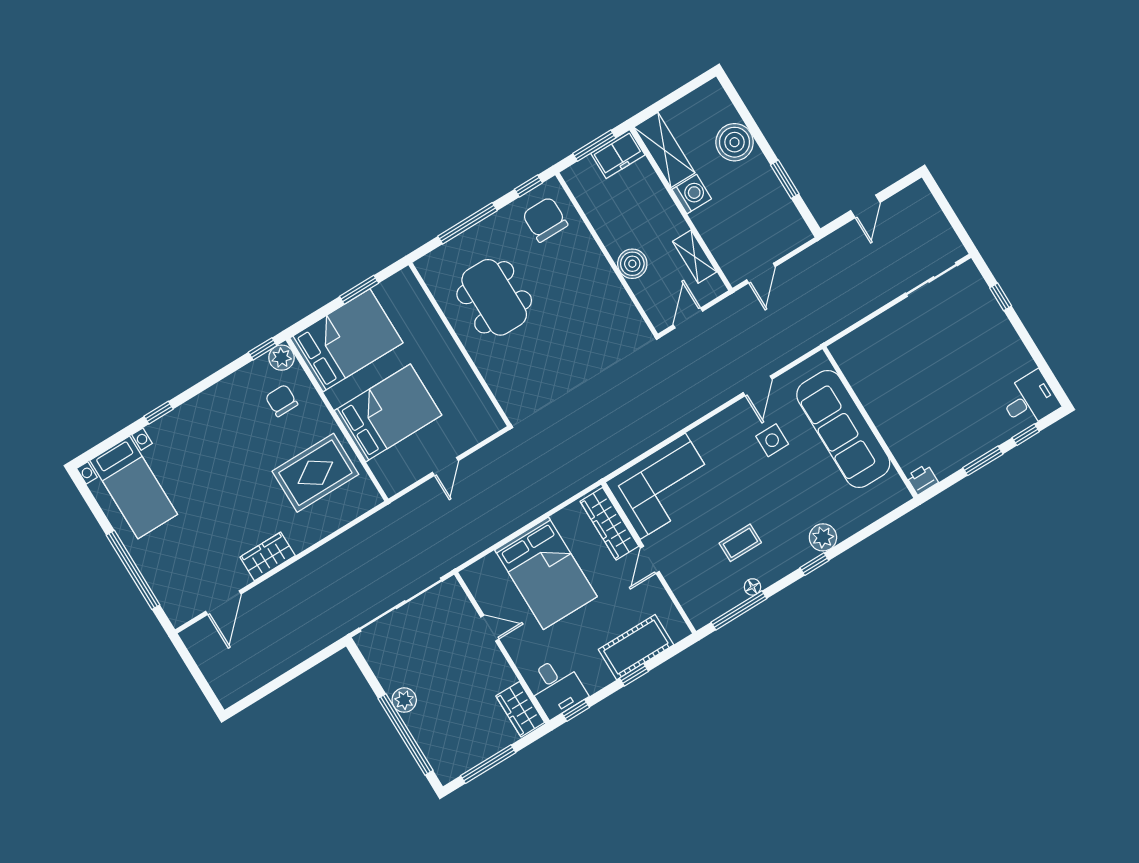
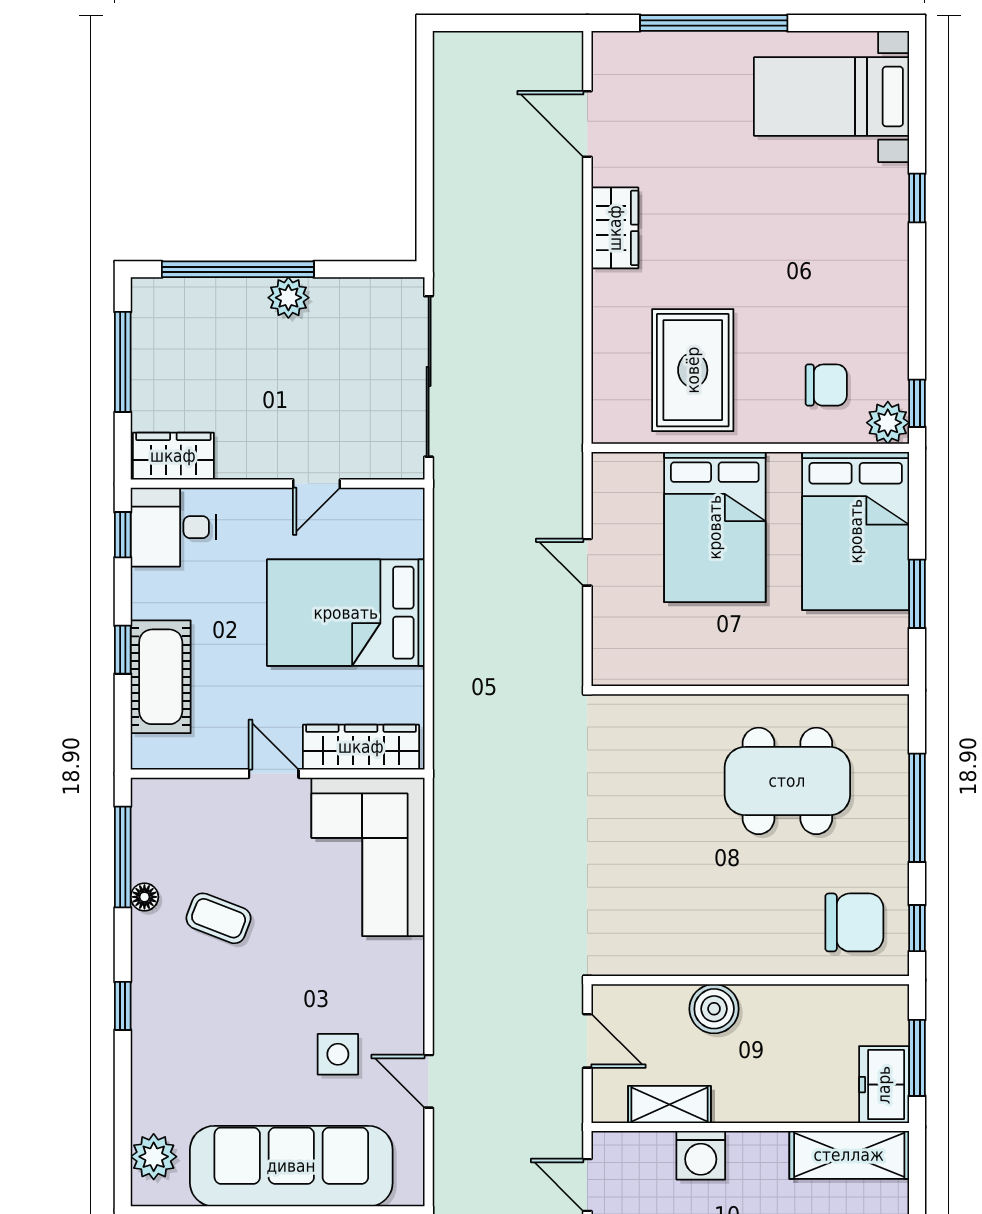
washing machine: (692, 194) -> (701, 1155), moved
plant: (823, 537) -> (154, 1157), moved
coffee table: (740, 543) -> (219, 918), turned -69

